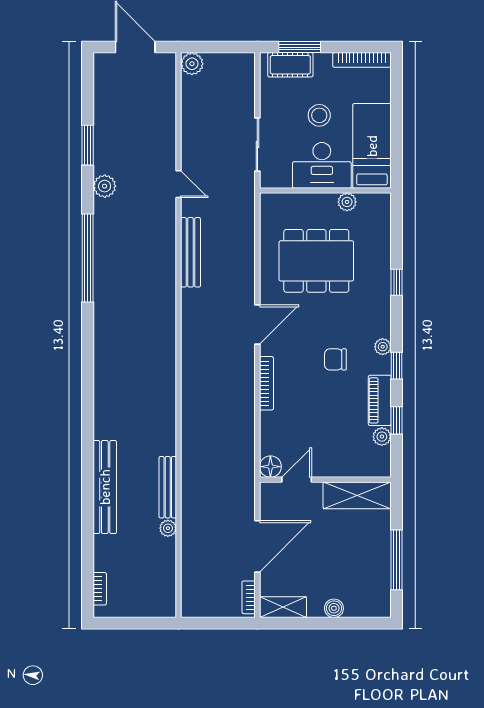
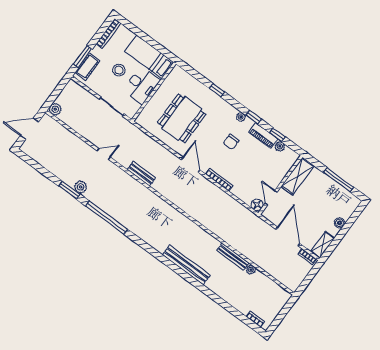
window: (88, 145) -> (69, 190), moved
plant: (347, 202) -> (166, 86), removed
bench: (191, 252) -> (141, 174), width x0.73
bench: (105, 487) -> (186, 265), moved

